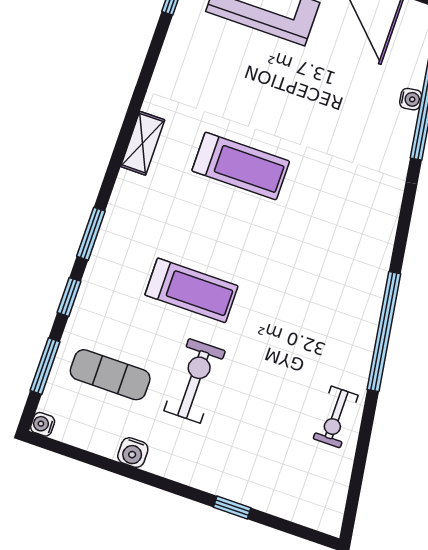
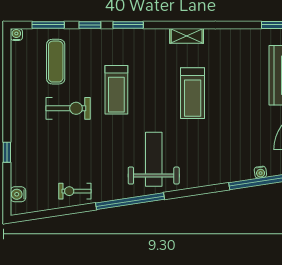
weight bench: (328, 268) -> (154, 159), added
water cooler: (133, 453) -> (18, 194), moved

